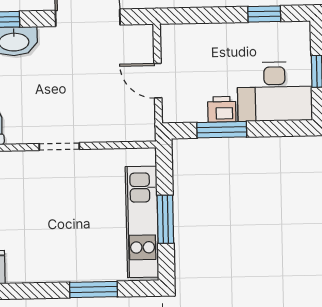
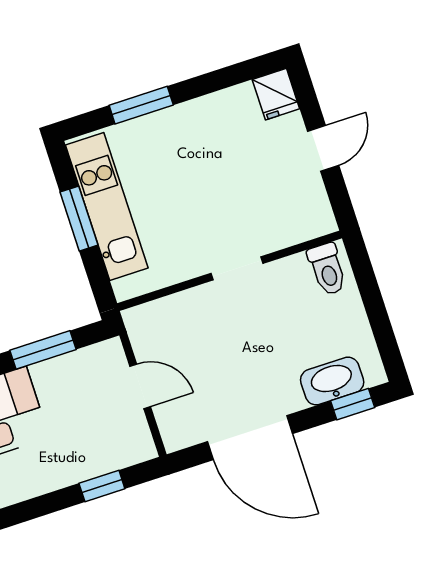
window: (264, 14) -> (102, 486), moved
printer: (222, 109) -> (51, 375), removed

